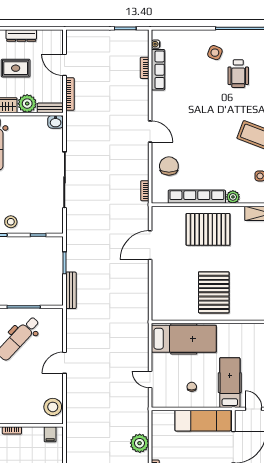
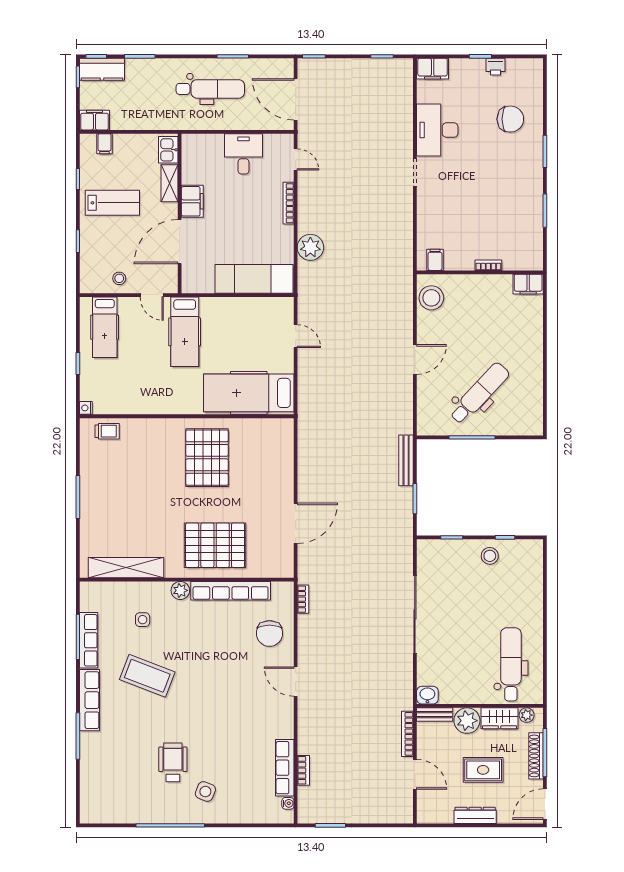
chair: (192, 387) -> (238, 326), removed
exam couch: (203, 421) -> (254, 279), moved

